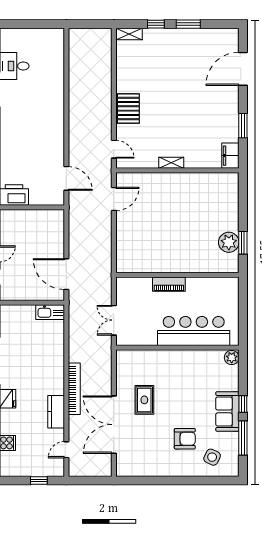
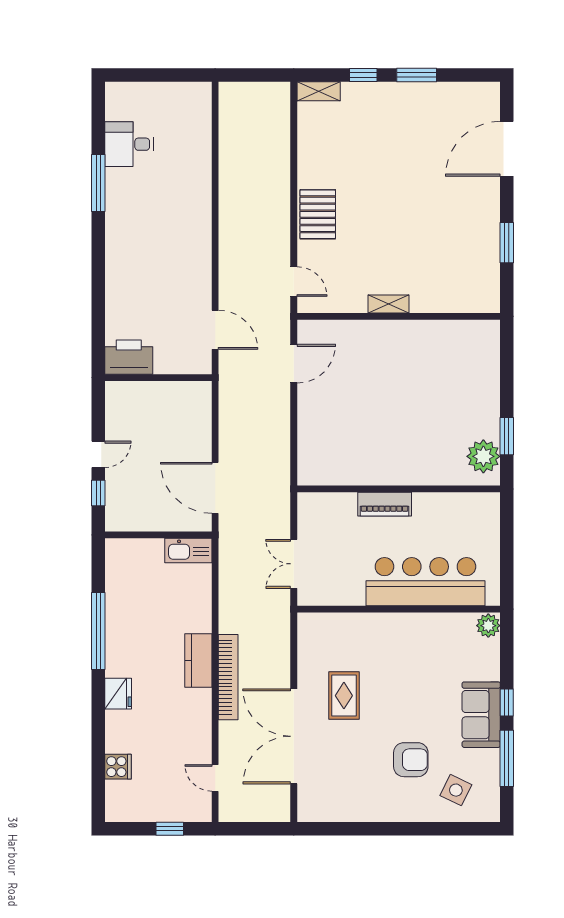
filing cabinet: (230, 156) -> (486, 292), removed
plant: (229, 242) -> (483, 456), moved
kitchen counter: (56, 412) -> (198, 660), moved
door: (66, 450) -> (215, 778), hinge flipped

